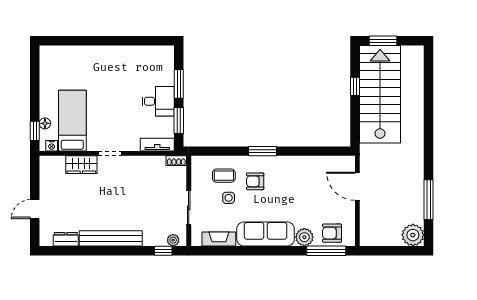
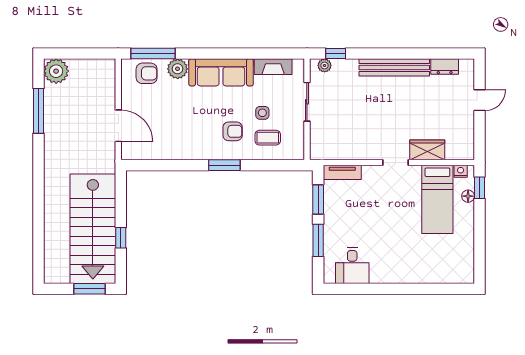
desk: (158, 101) -> (352, 266), moved, turned -90
shoe rack: (176, 161) -> (321, 154), removed

